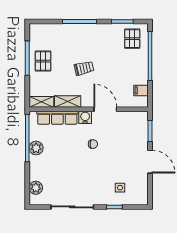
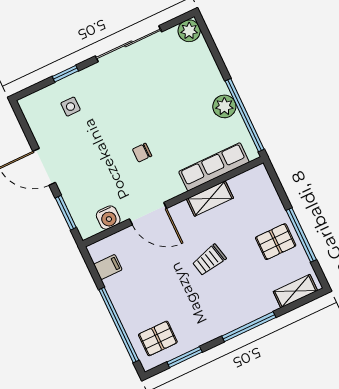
pallet: (132, 39) -> (158, 338), turned 90
pallet: (43, 61) -> (276, 242), turned 90
shelving: (41, 102) -> (295, 291), moved
water cooler: (85, 117) -> (108, 218), moved
plant: (36, 188) -> (189, 31), moved

